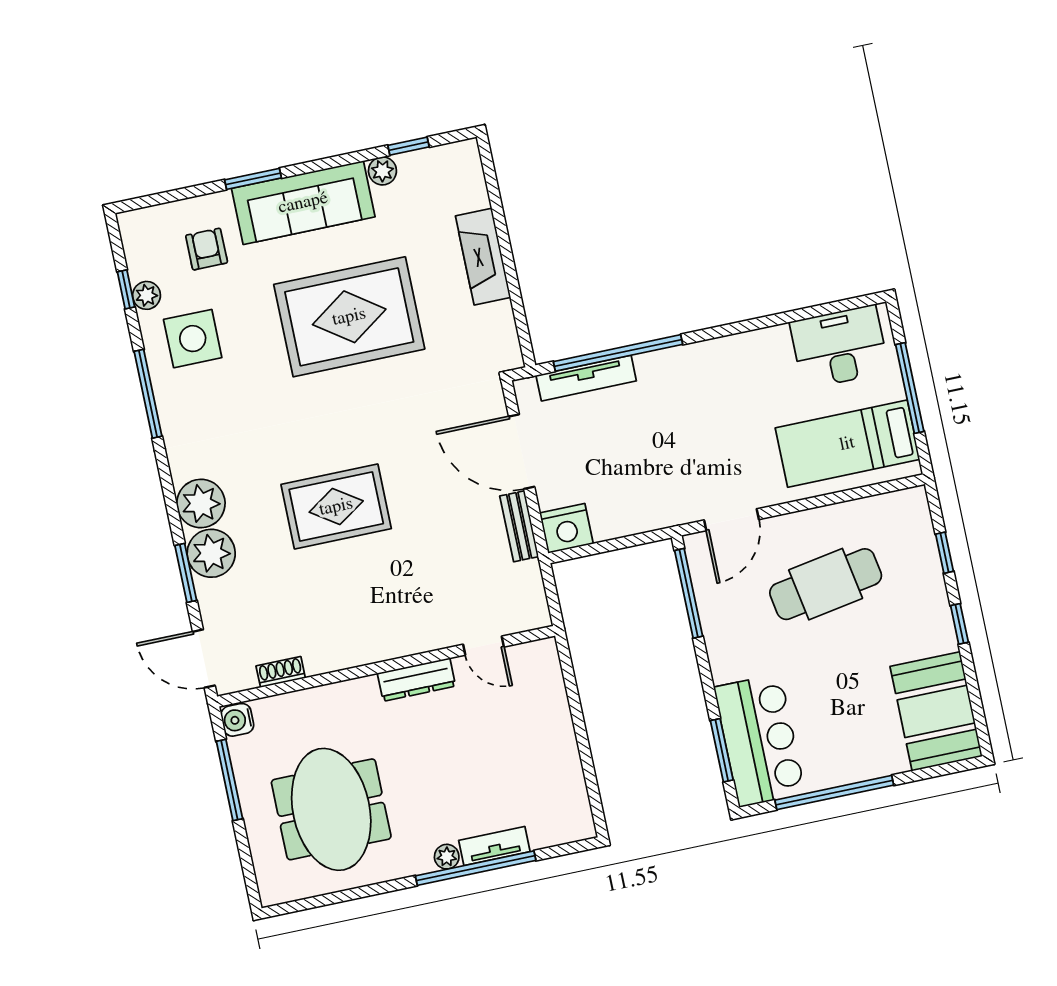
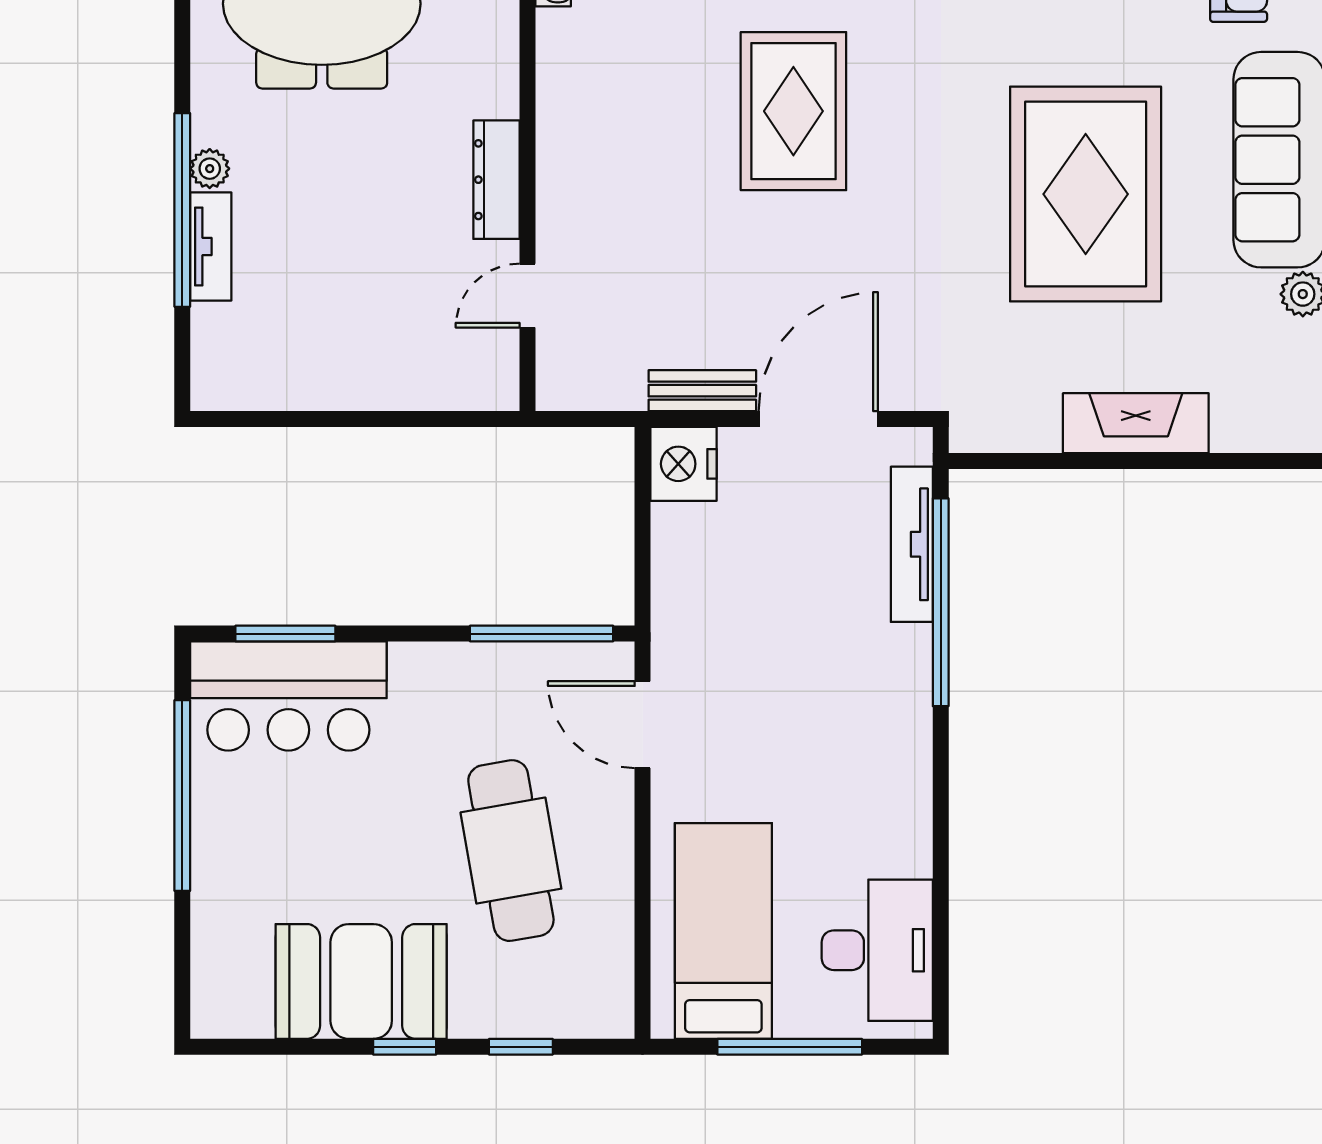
booth: (936, 711) -> (361, 981), moved

